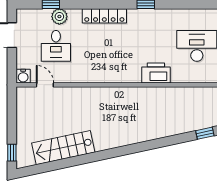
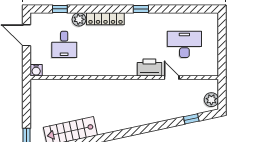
plant: (59, 17) -> (79, 19), moved
door: (45, 85) -> (172, 78), moved

